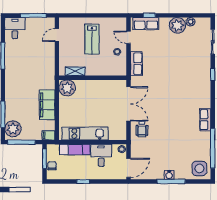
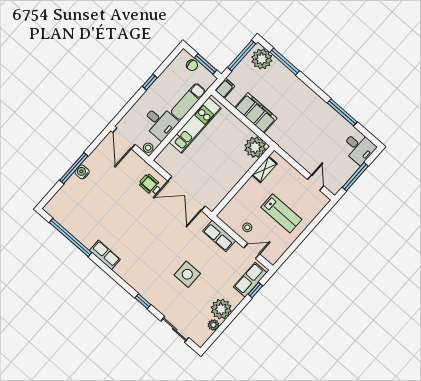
lab bench: (92, 39) -> (281, 213), turned 180
side table: (199, 168) -> (187, 274), moved

